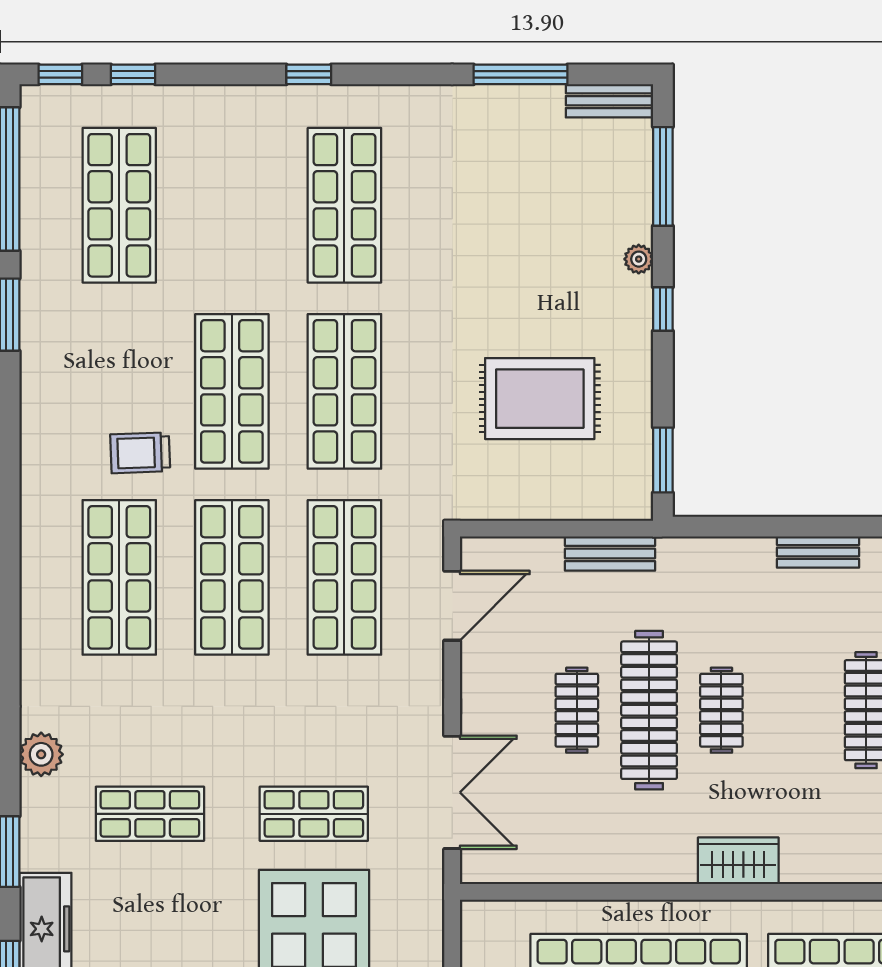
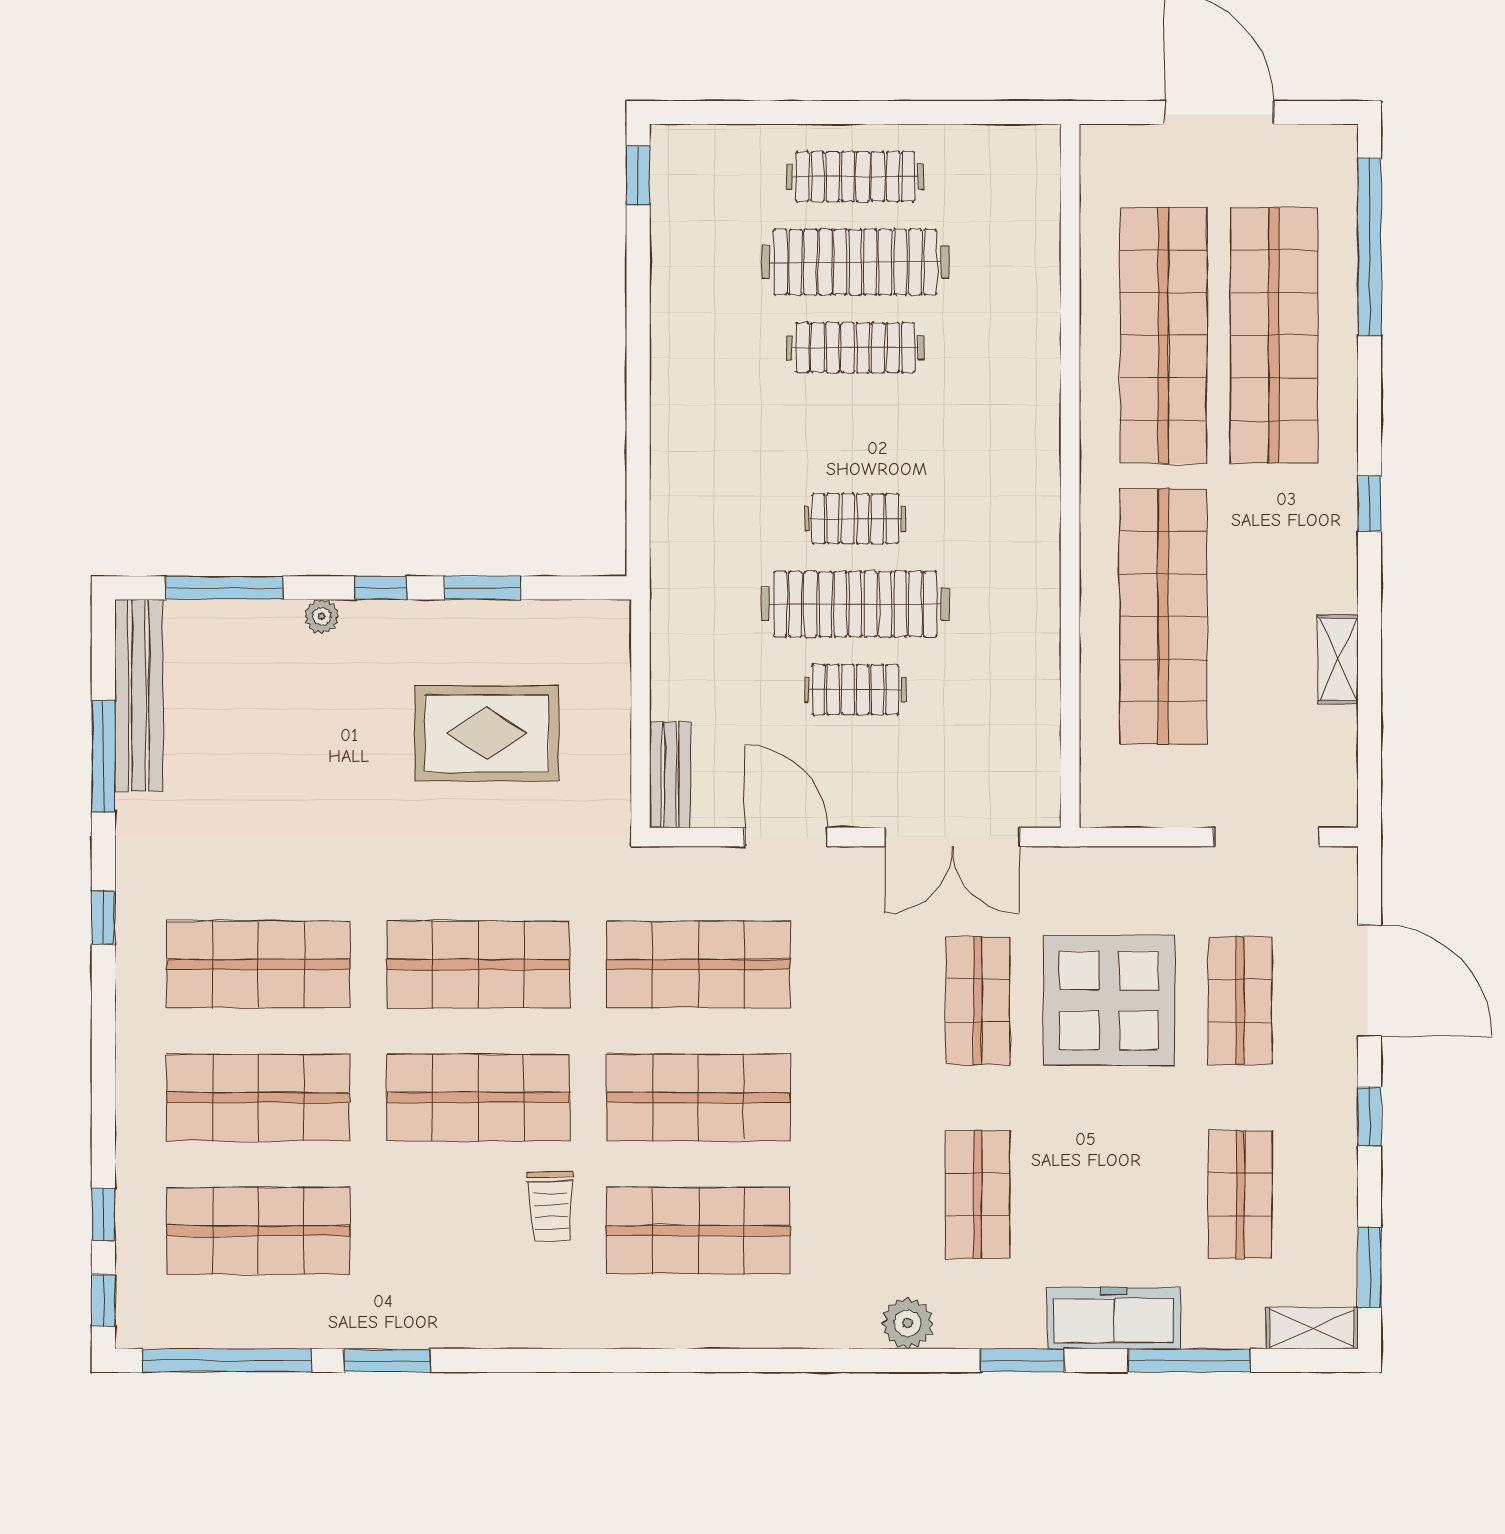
window: (309, 74) -> (103, 917), moved
bench: (610, 101) -> (139, 696), width x1.86, depth x1.21
shop shelf: (232, 205) -> (258, 1098), added
rug: (540, 399) -> (487, 733), turned 90
window: (663, 460) -> (483, 588), moved
bench: (818, 552) -> (668, 404), removed
bench: (610, 553) -> (670, 775), moved
door: (452, 606) -> (786, 837), moved
double door: (452, 792) -> (952, 837), swing flipped
wardrobe: (738, 861) -> (1033, 499), removed

